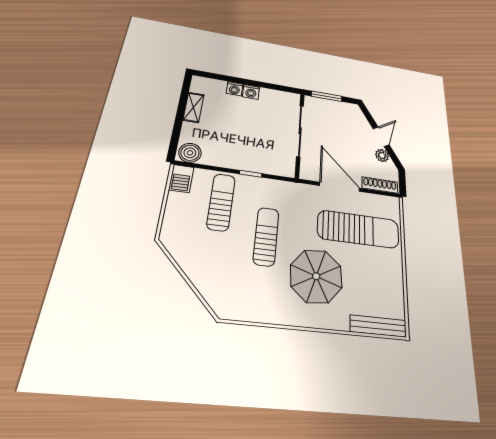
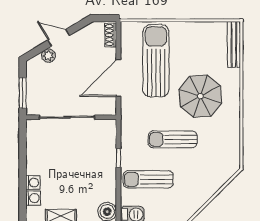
washing machine: (251, 92) -> (33, 198), moved
plant: (382, 155) -> (48, 56), moved
shoe rack: (380, 185) -> (111, 35), width x0.70

